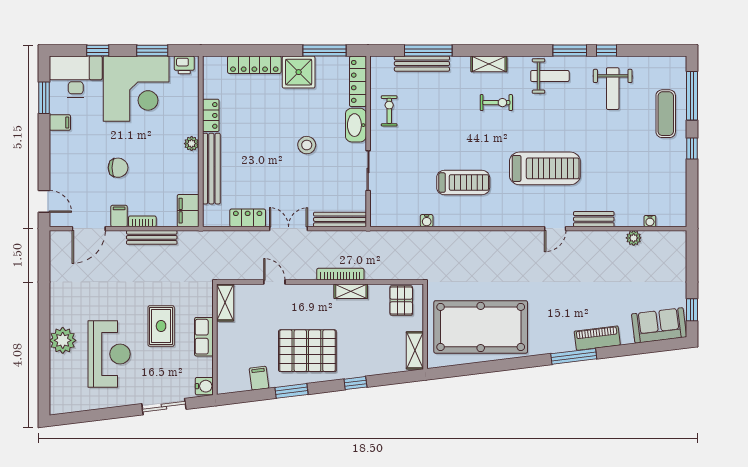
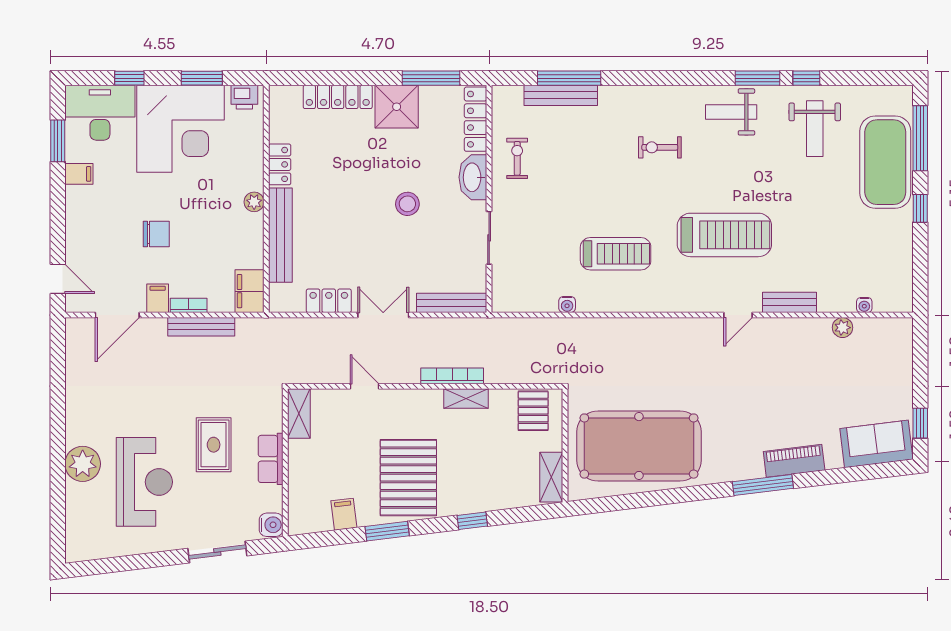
shelving: (489, 64) -> (650, 96), removed
weight bench: (550, 76) -> (731, 112), turned 180
exercise bike: (496, 103) -> (660, 147), turned 180
exercise mat: (666, 114) -> (885, 162), width x2.00, depth x1.45
pallet: (307, 351) -> (408, 478), turned 90

